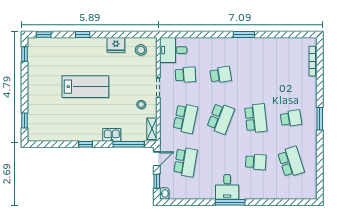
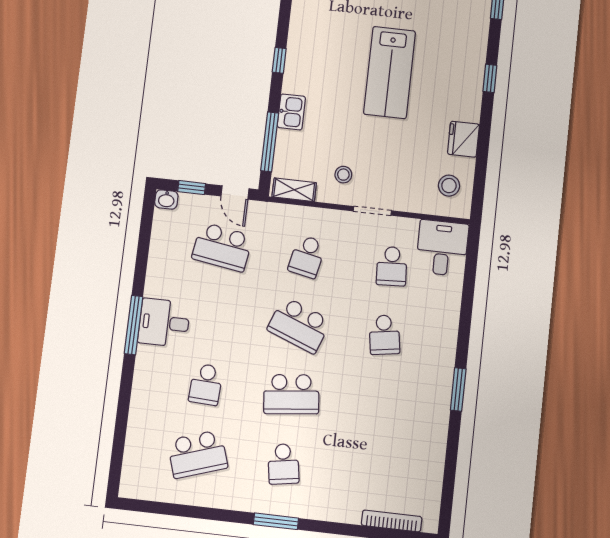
school desk: (185, 118) -> (307, 257), width x0.54

